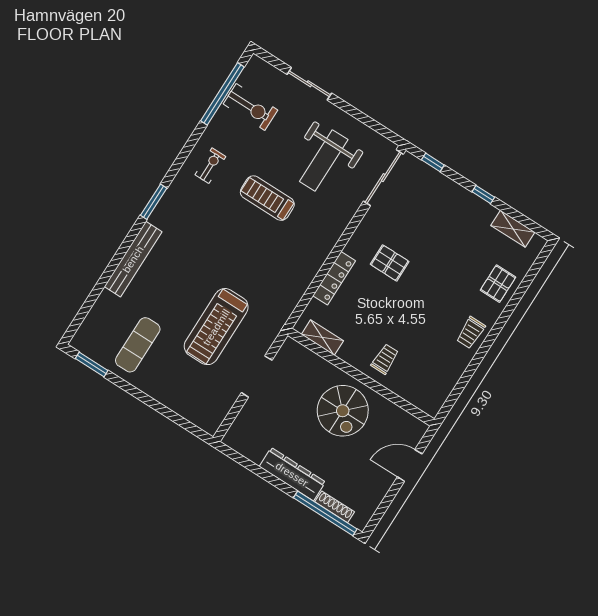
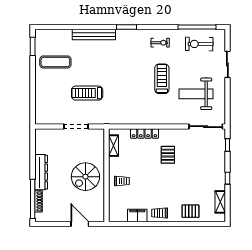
exercise bike: (250, 107) -> (199, 44), turned 91
treadmill: (216, 327) -> (87, 93), width x0.73, depth x0.73
filing cabinet: (453, 369) -> (137, 215), added

